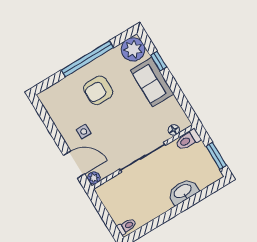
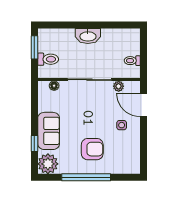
toilet: (188, 140) -> (48, 59), moved
plant: (94, 178) -> (119, 86), moved
washbasin: (183, 192) -> (88, 36), moved
toilet: (127, 226) -> (132, 61), moved

